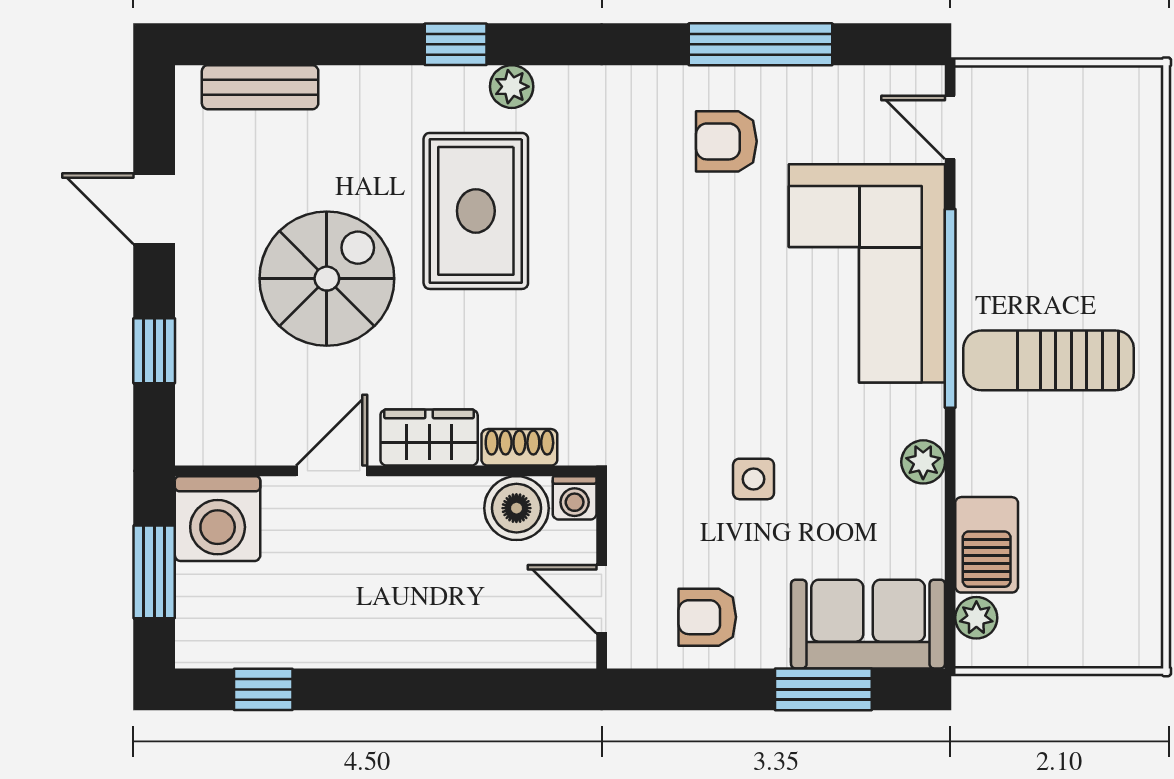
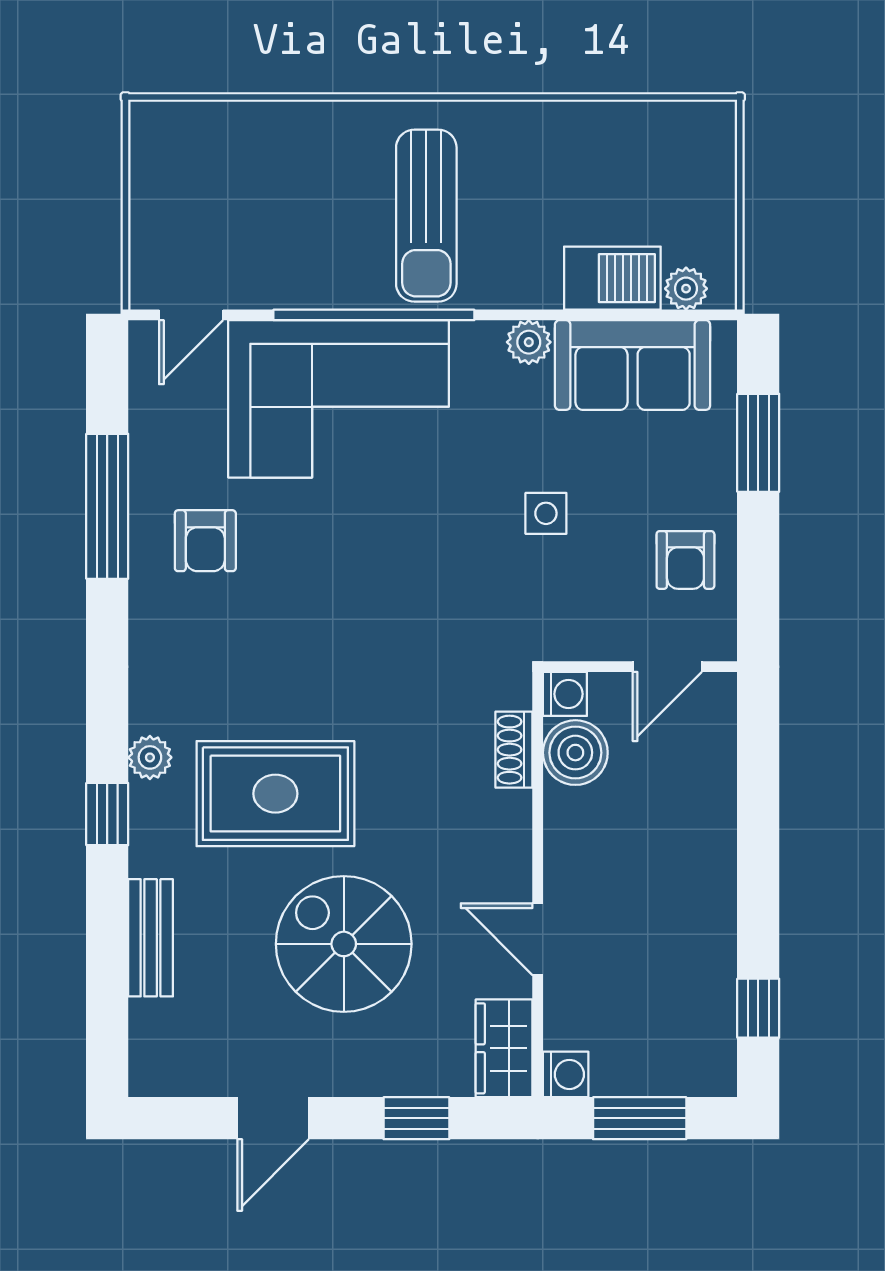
bench: (260, 87) -> (151, 938), moved
wardrobe: (429, 438) -> (504, 1048), moved
washing machine: (218, 519) -> (566, 1074), width x0.53, depth x0.53
sofa: (868, 624) -> (633, 365), moved, turned -90

